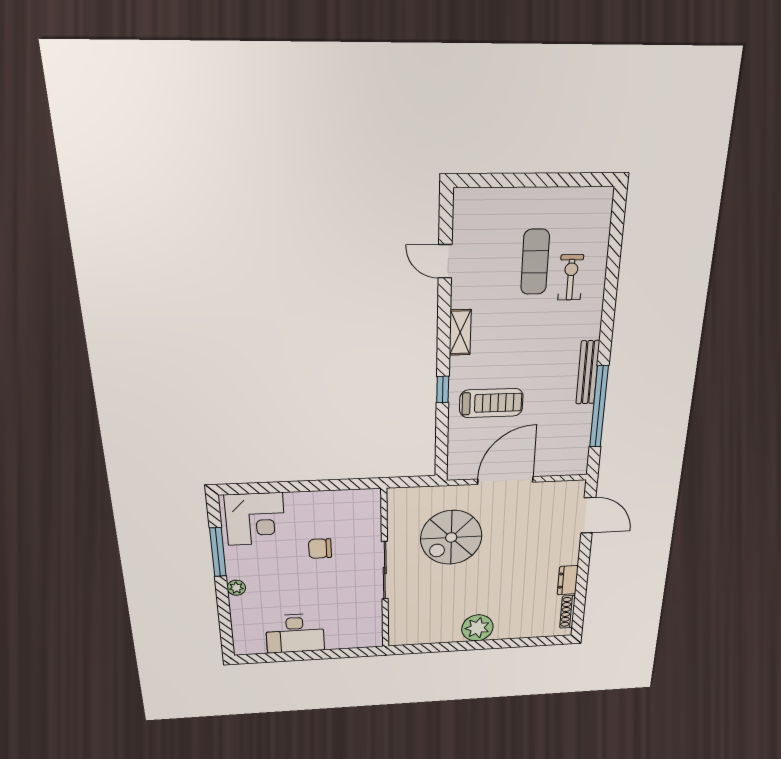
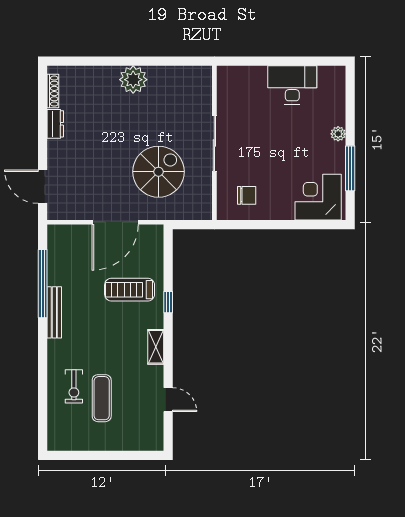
chair: (320, 549) -> (247, 195), moved

